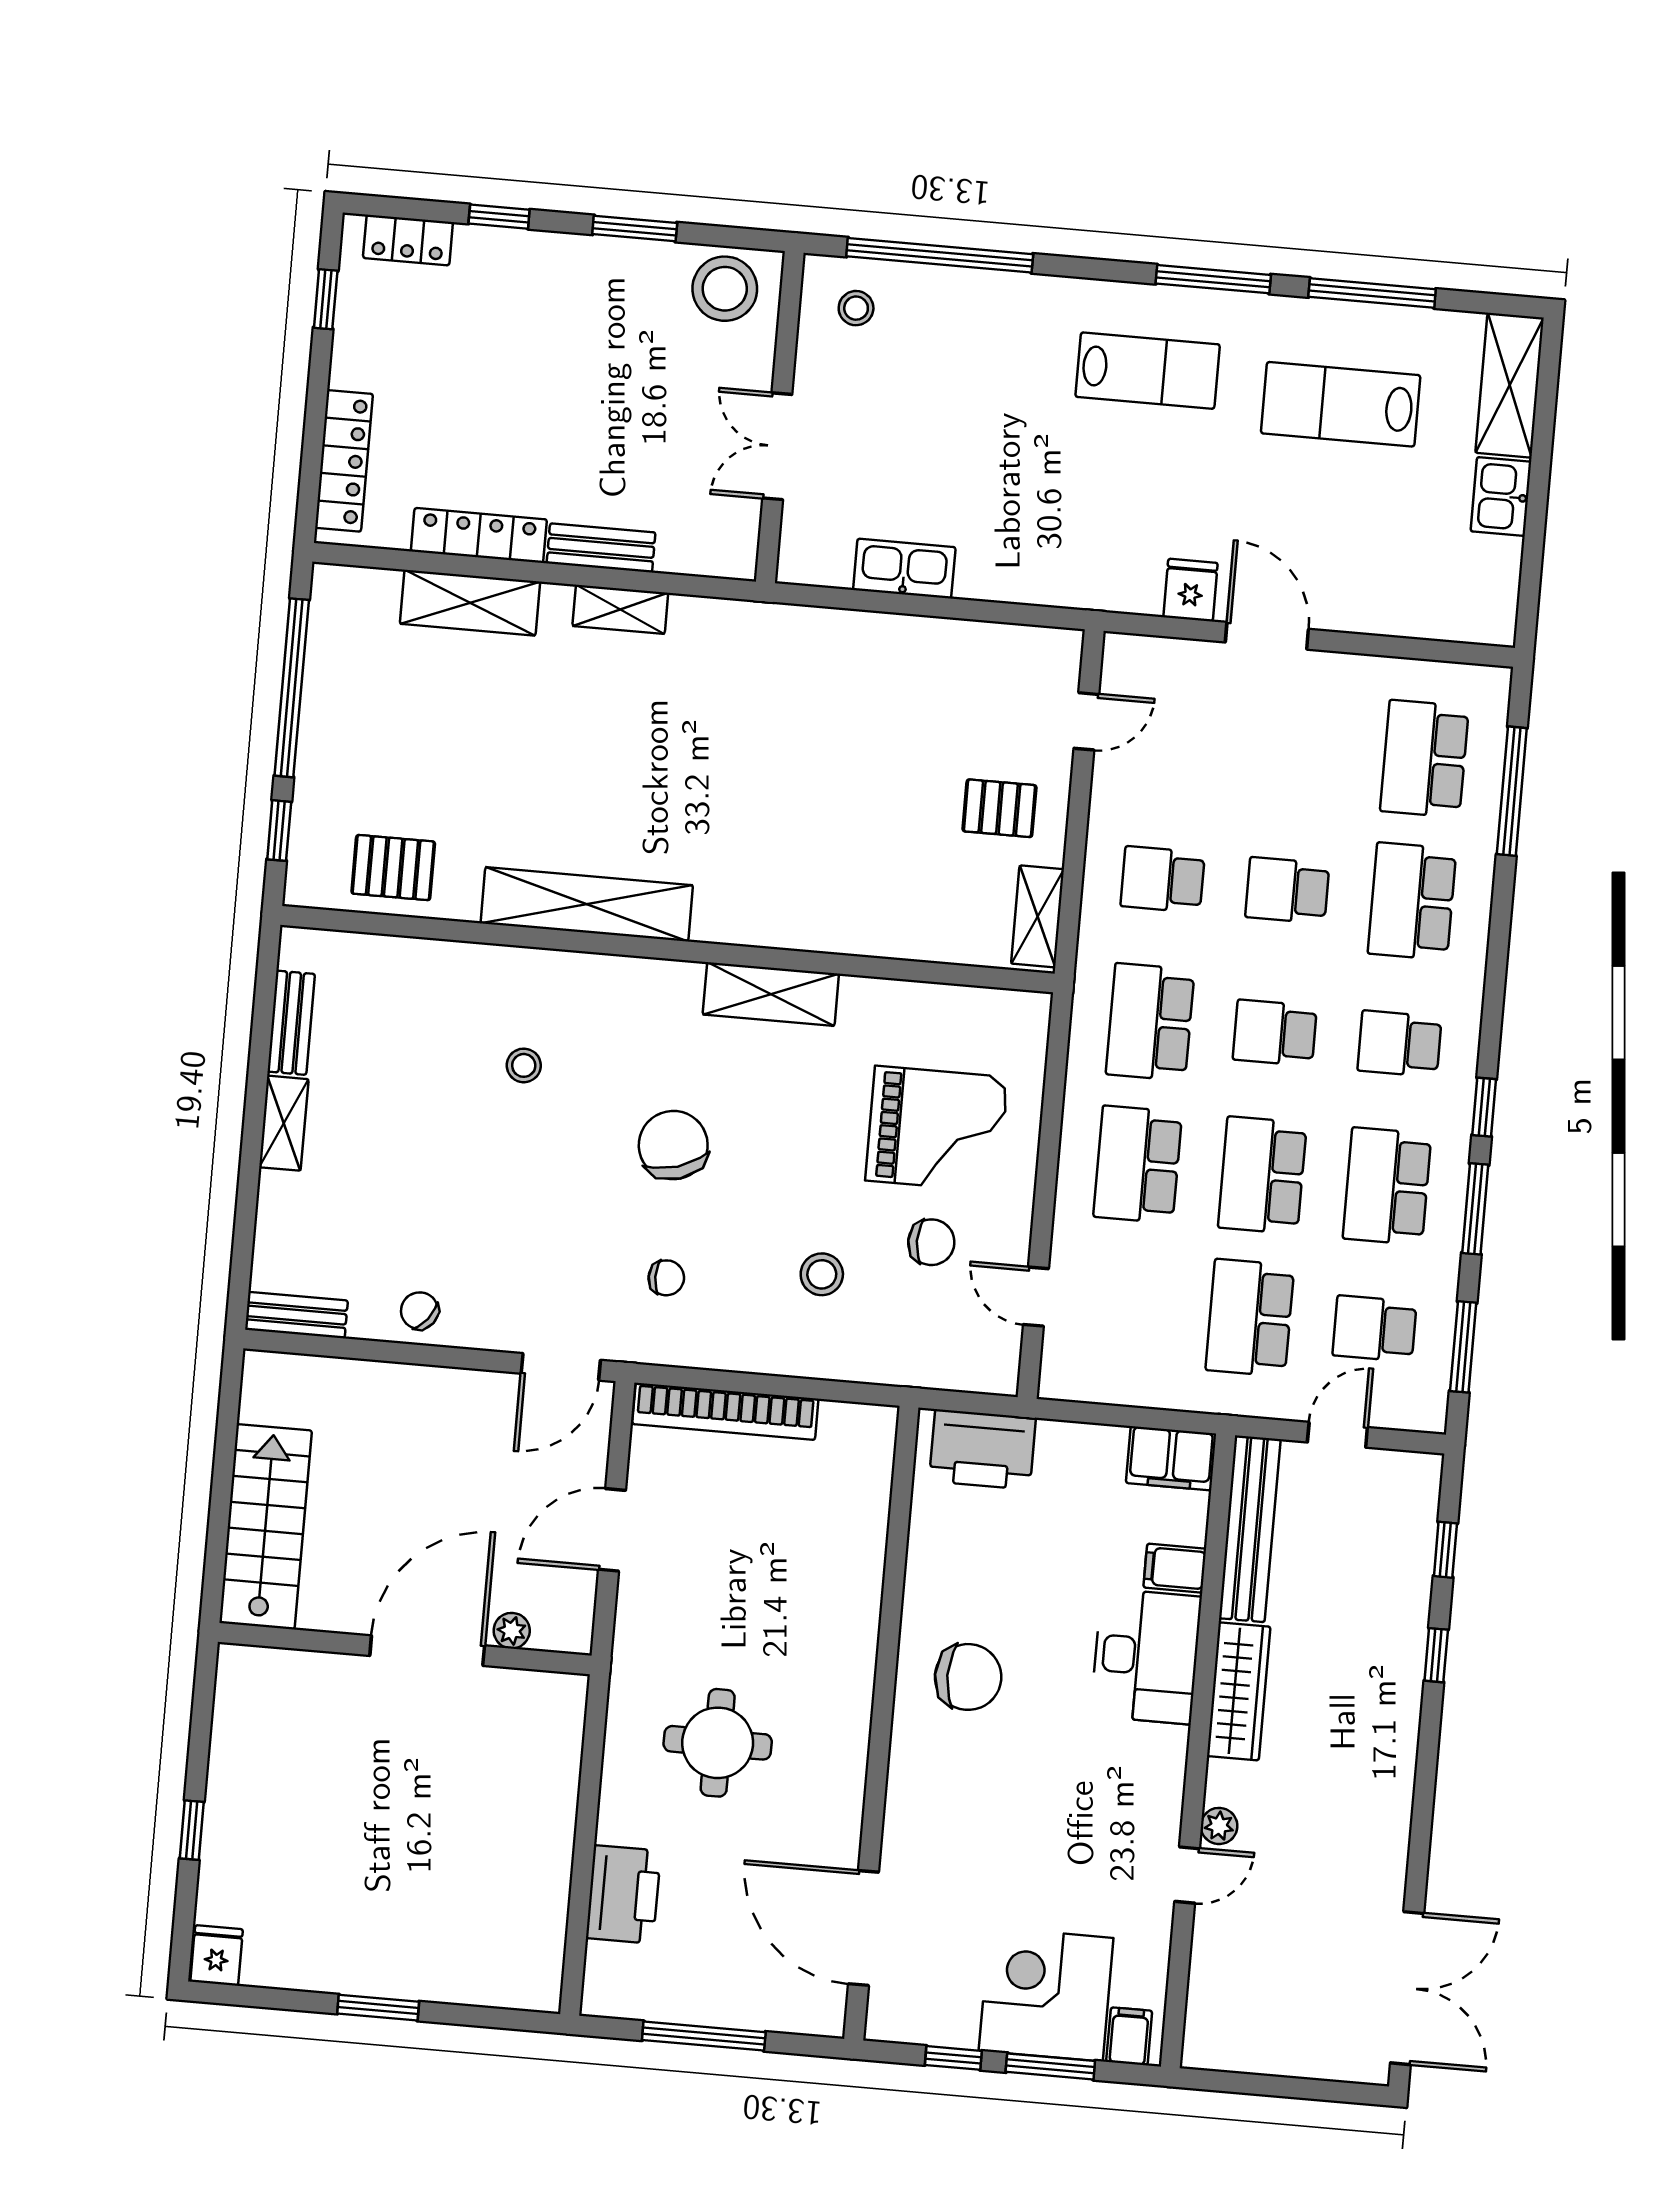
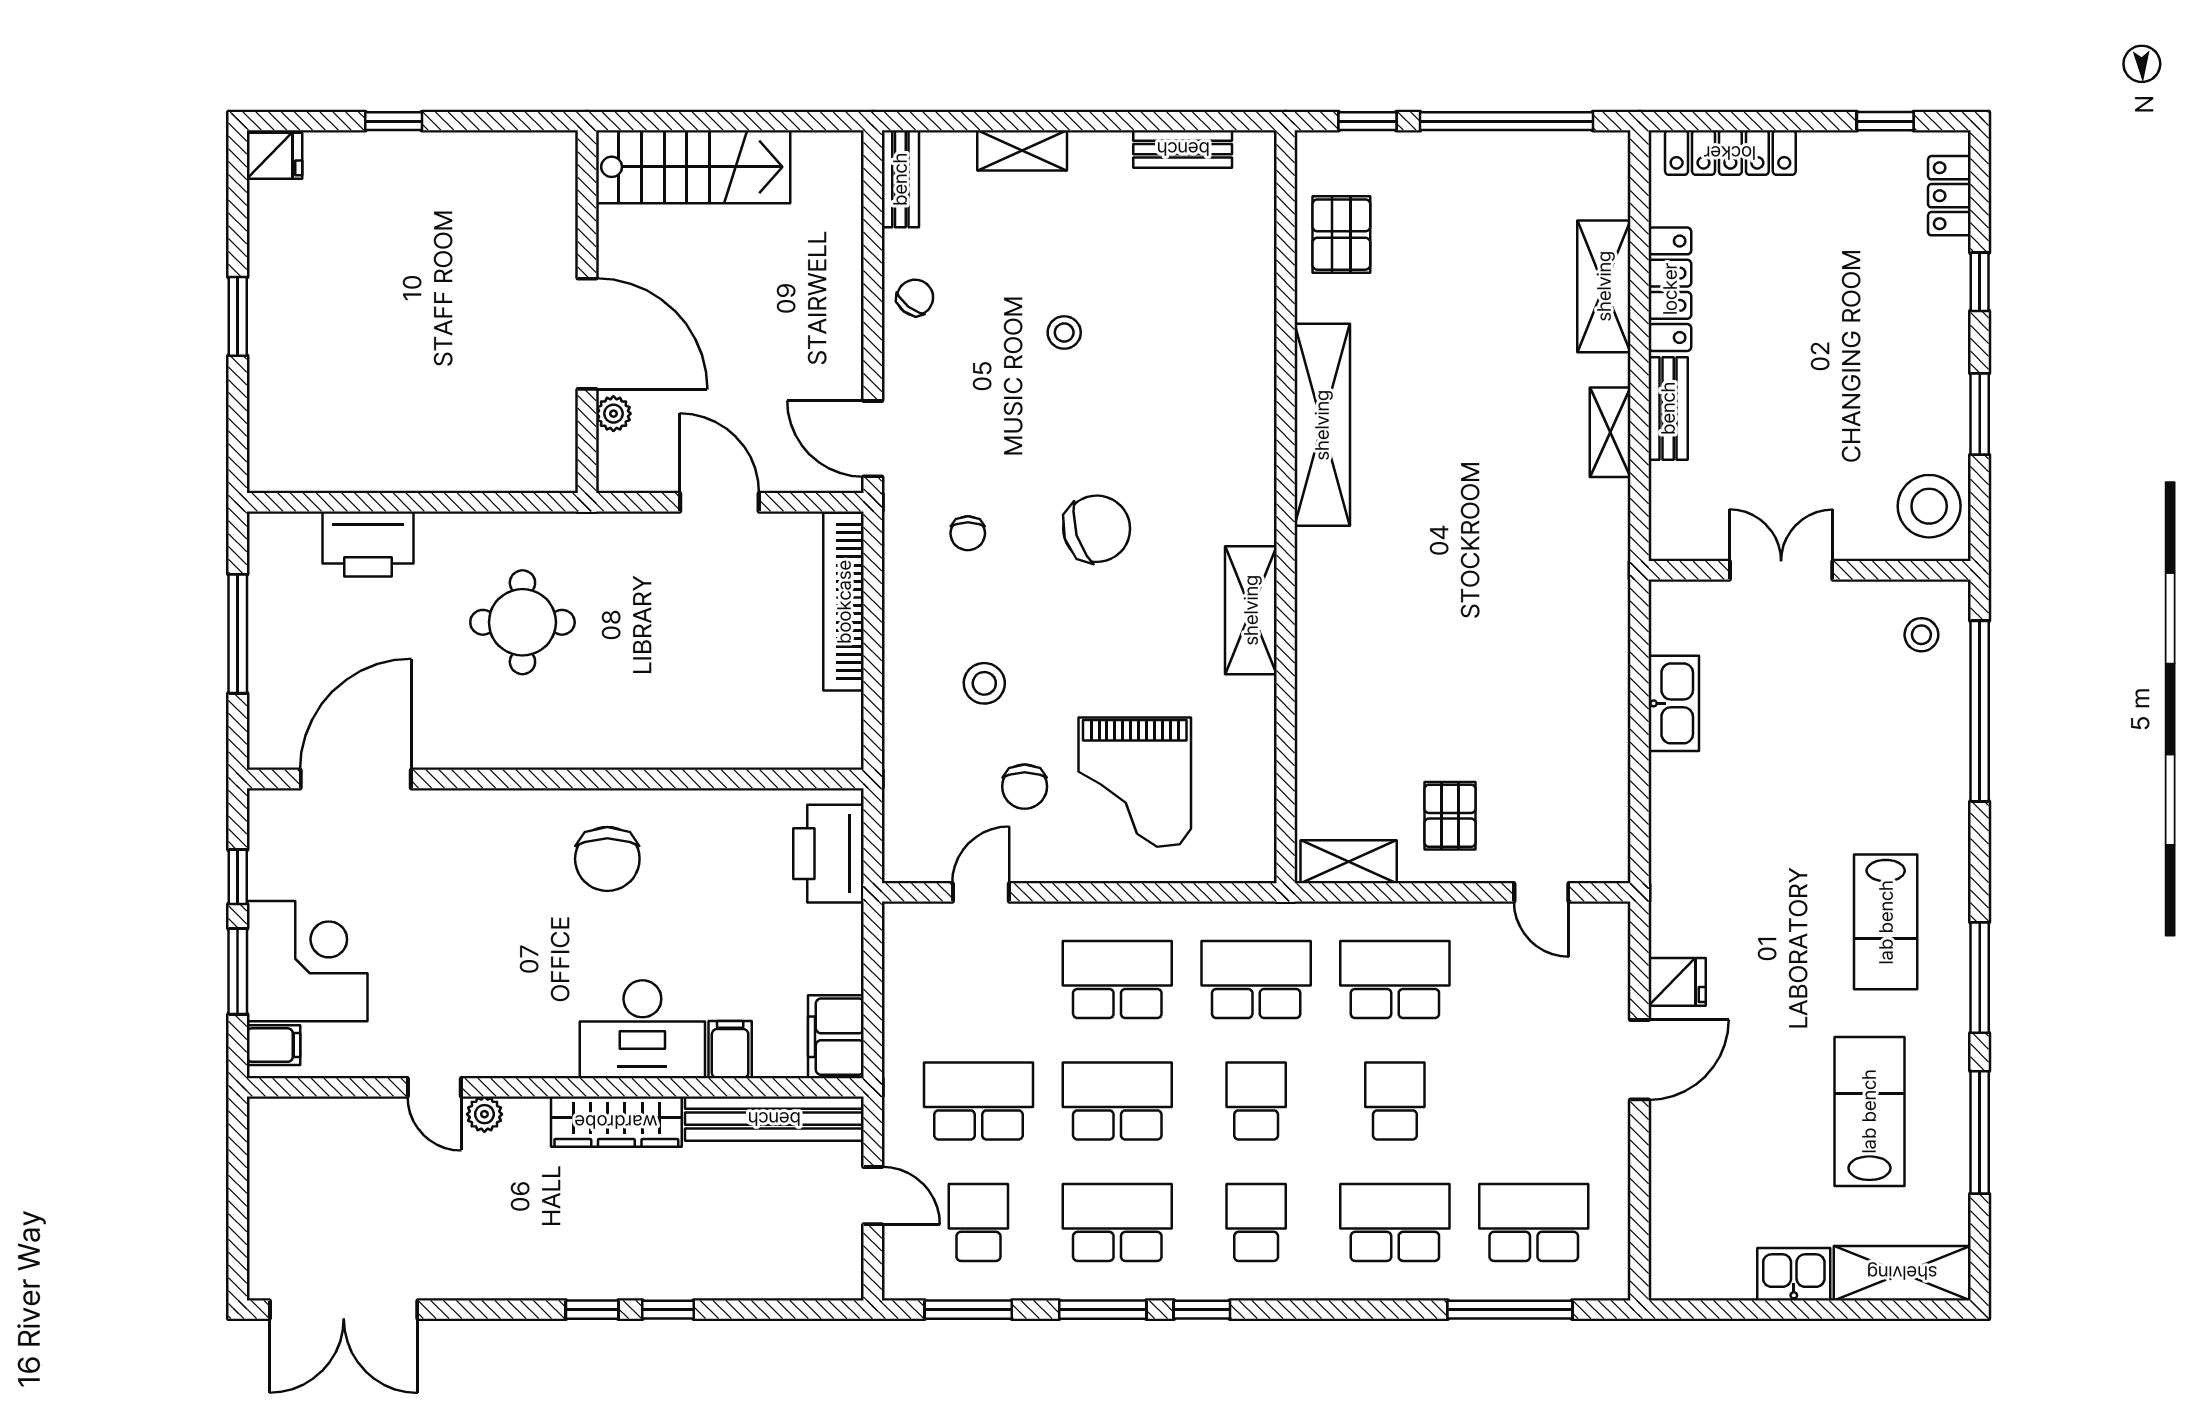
school desk: (1163, 879) -> (1395, 980), width x1.85
stool: (524, 1065) -> (1064, 333), moved
shelving: (284, 1123) -> (1022, 150), moved
window: (1445, 1550) -> (592, 1310), moved

